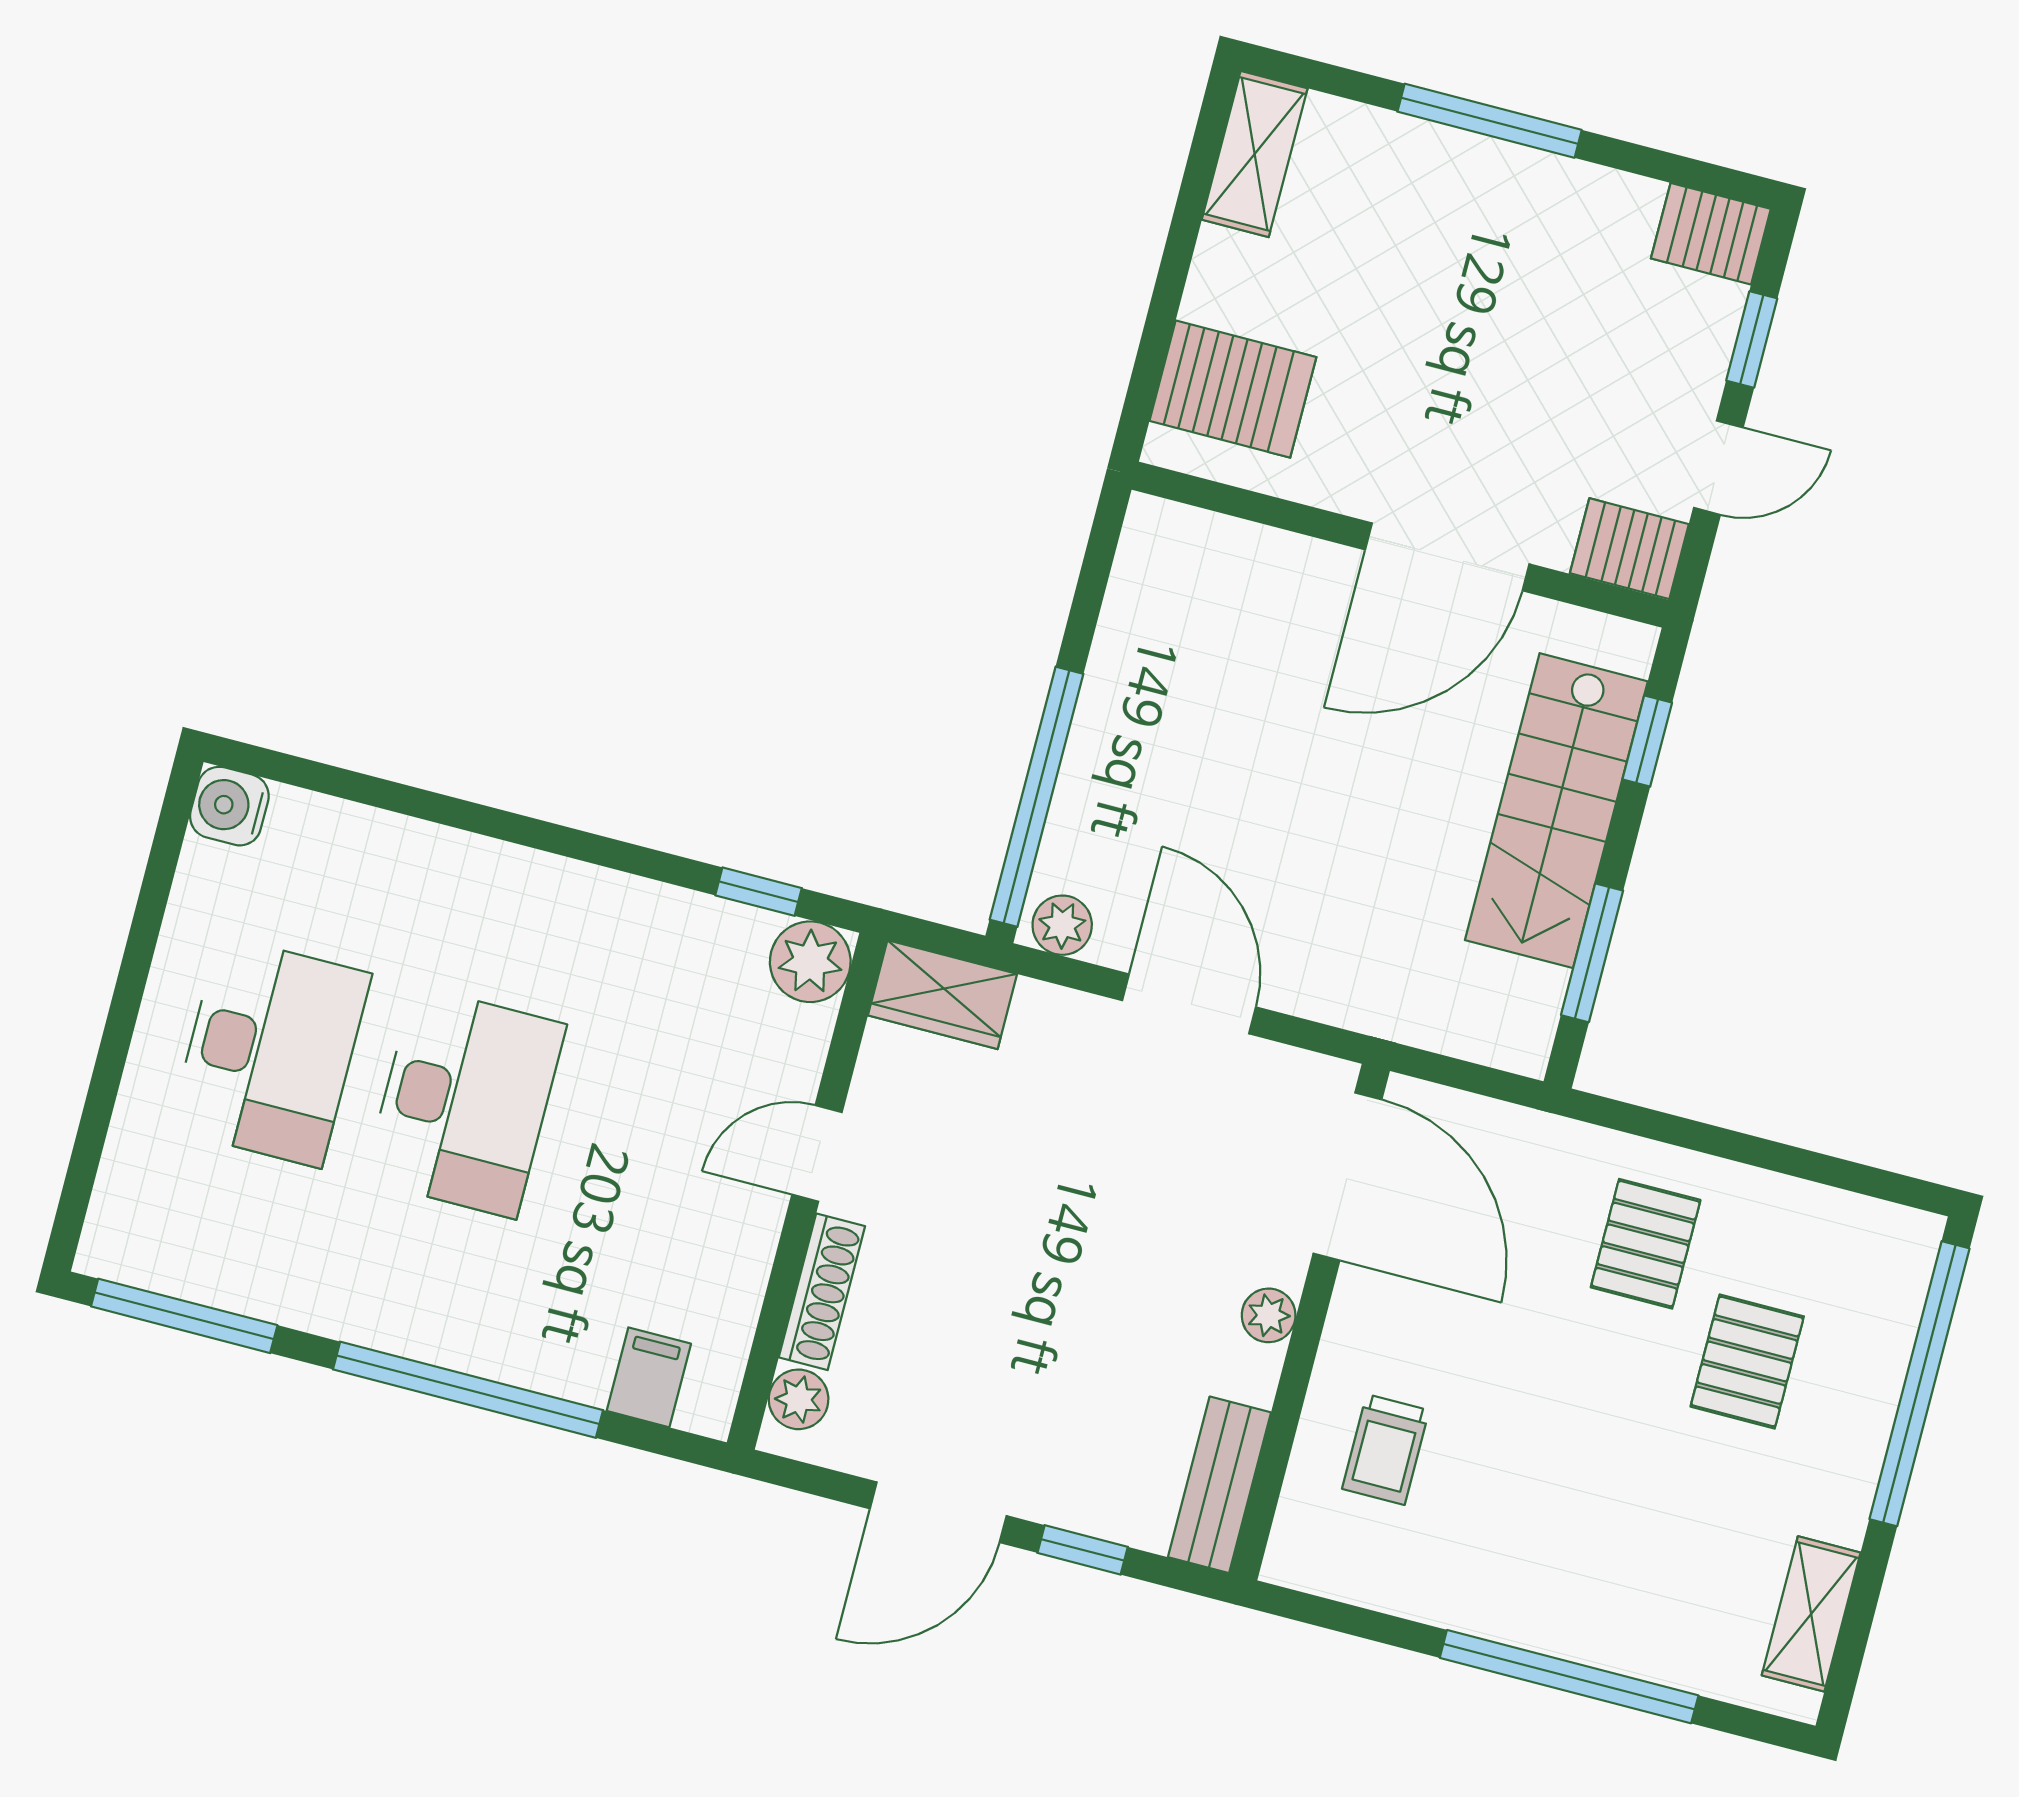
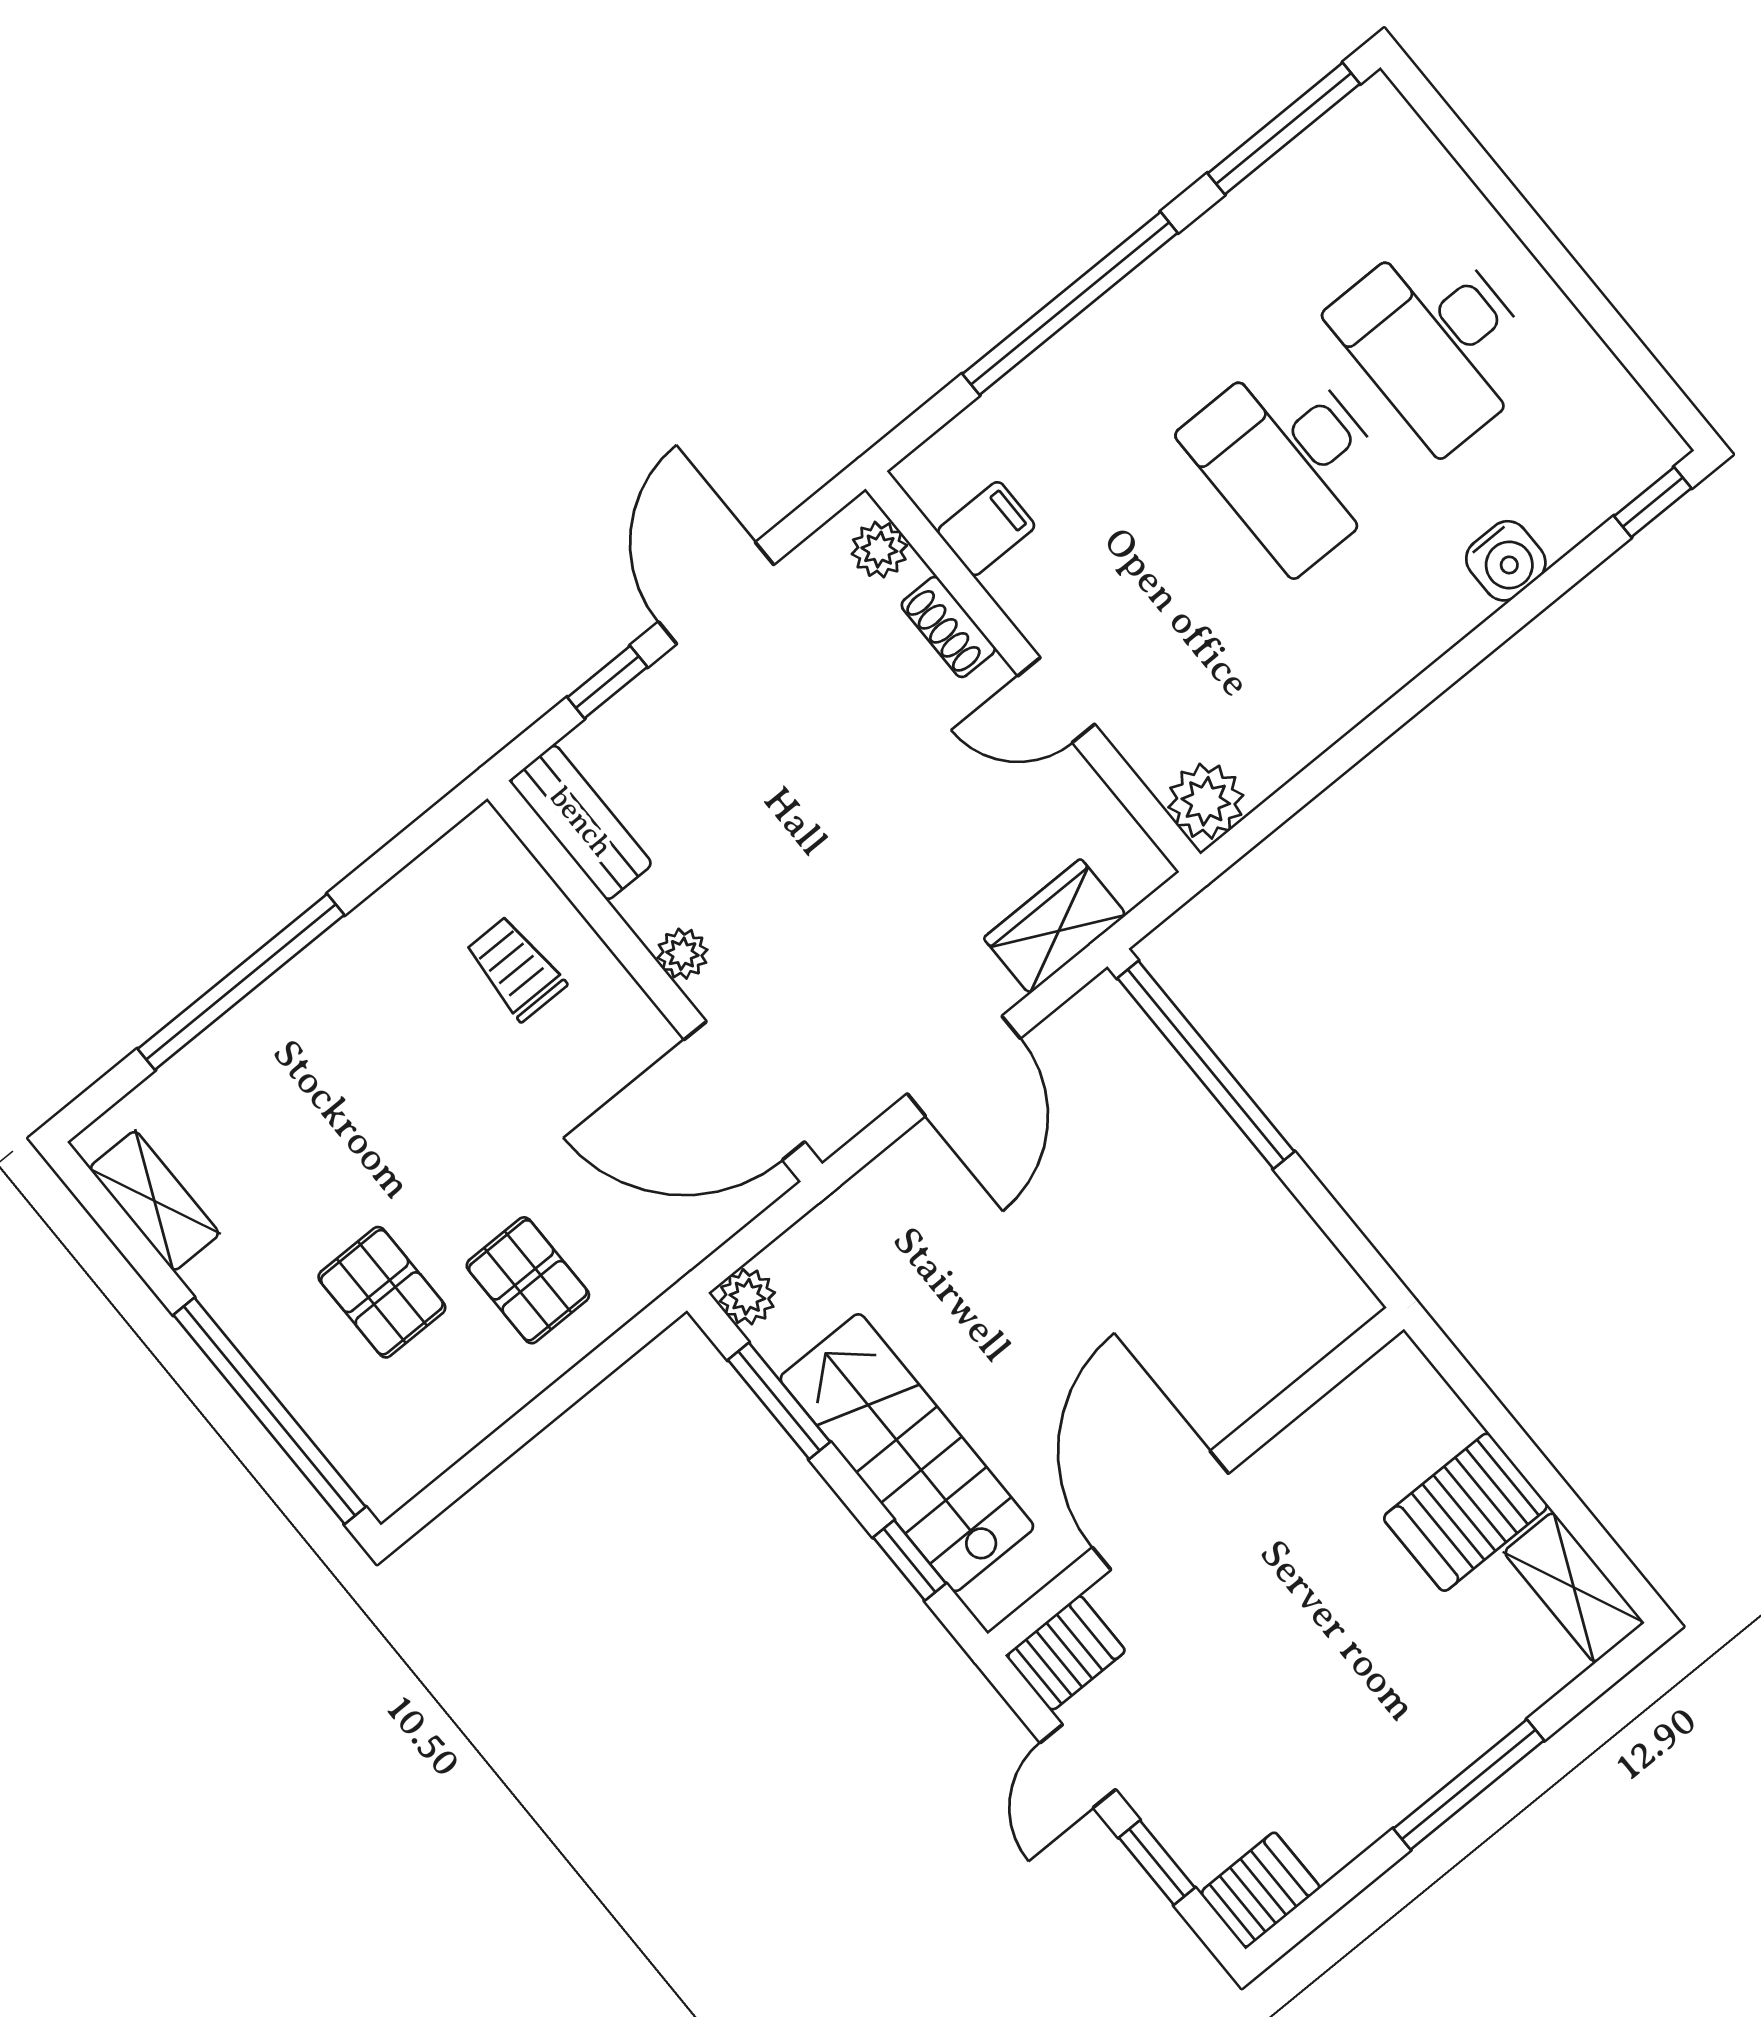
server rack: (1233, 389) -> (1466, 1512), moved
water cooler: (229, 806) -> (1506, 561), moved, turned 90
window: (759, 892) -> (1653, 502), moved
plant: (1062, 925) -> (747, 1297), moved
wardrobe: (942, 995) -> (1055, 926), moved
door: (1189, 1004) -> (964, 1066), hinge flipped
door: (817, 1153) -> (1056, 700), swing flipped
shoe rack: (822, 1292) -> (948, 627), width x0.70
filing cabinet: (649, 1377) -> (986, 529), moved, turned -90

